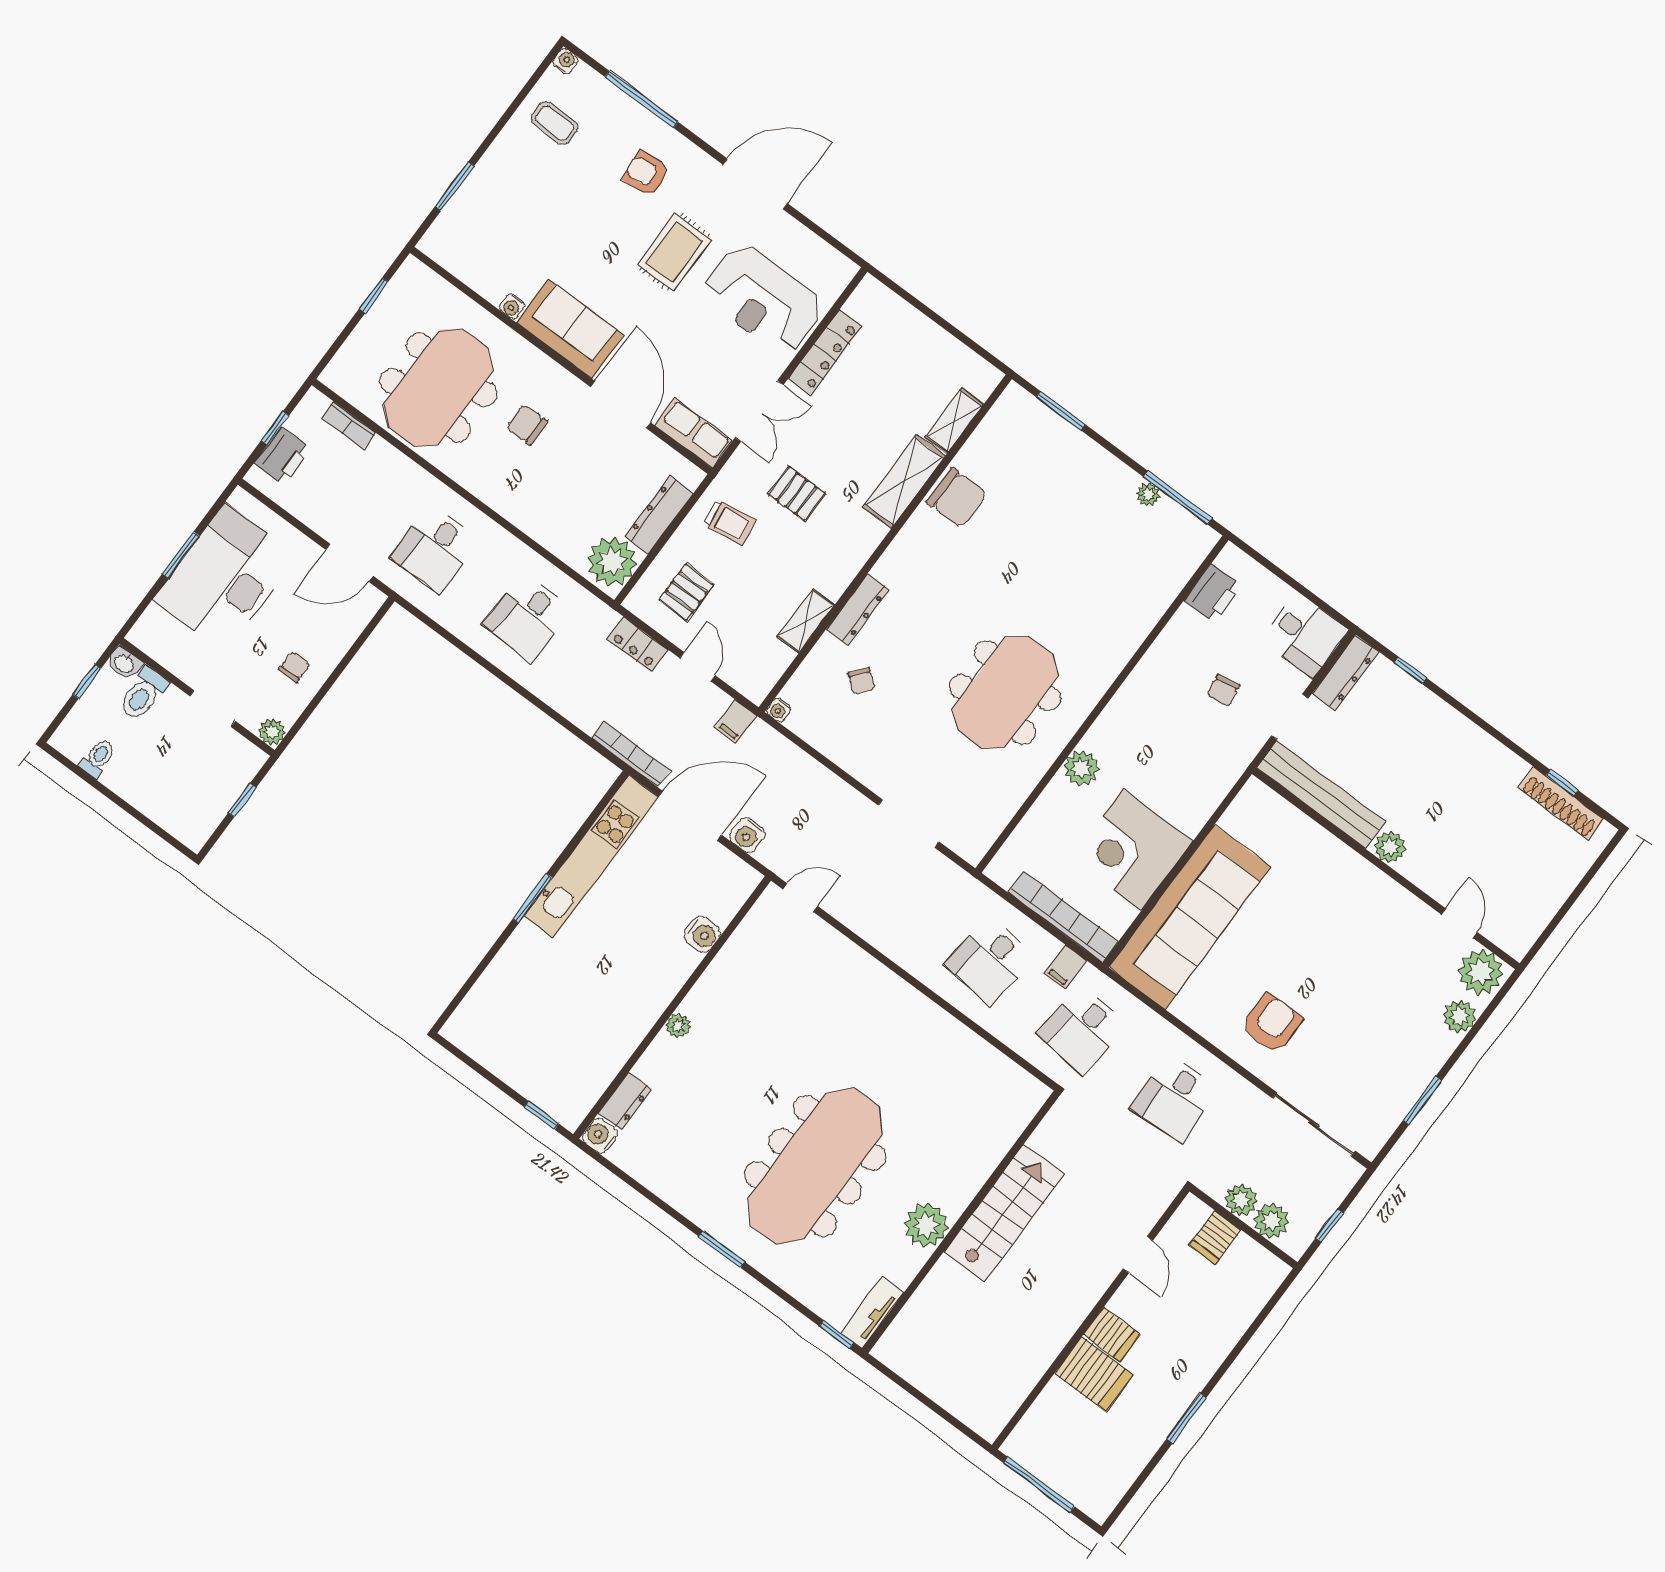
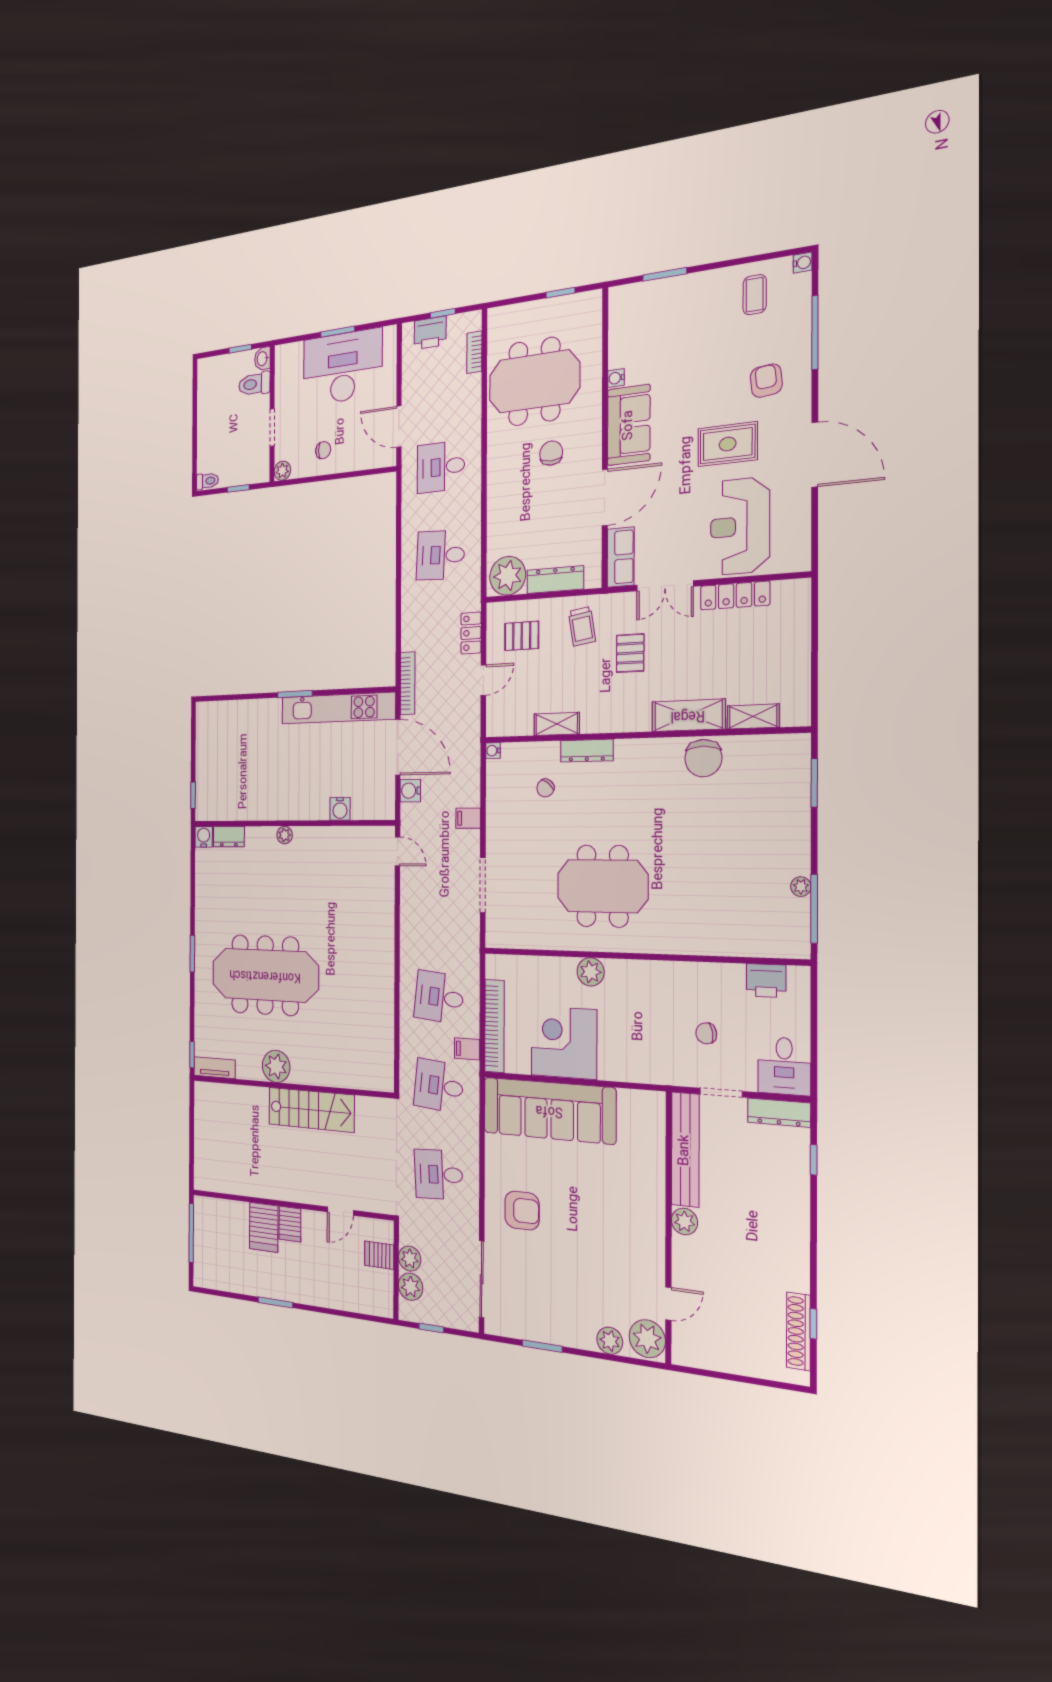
filing cabinet: (736, 721) -> (468, 818), moved
toilet: (98, 758) -> (207, 481), moved

